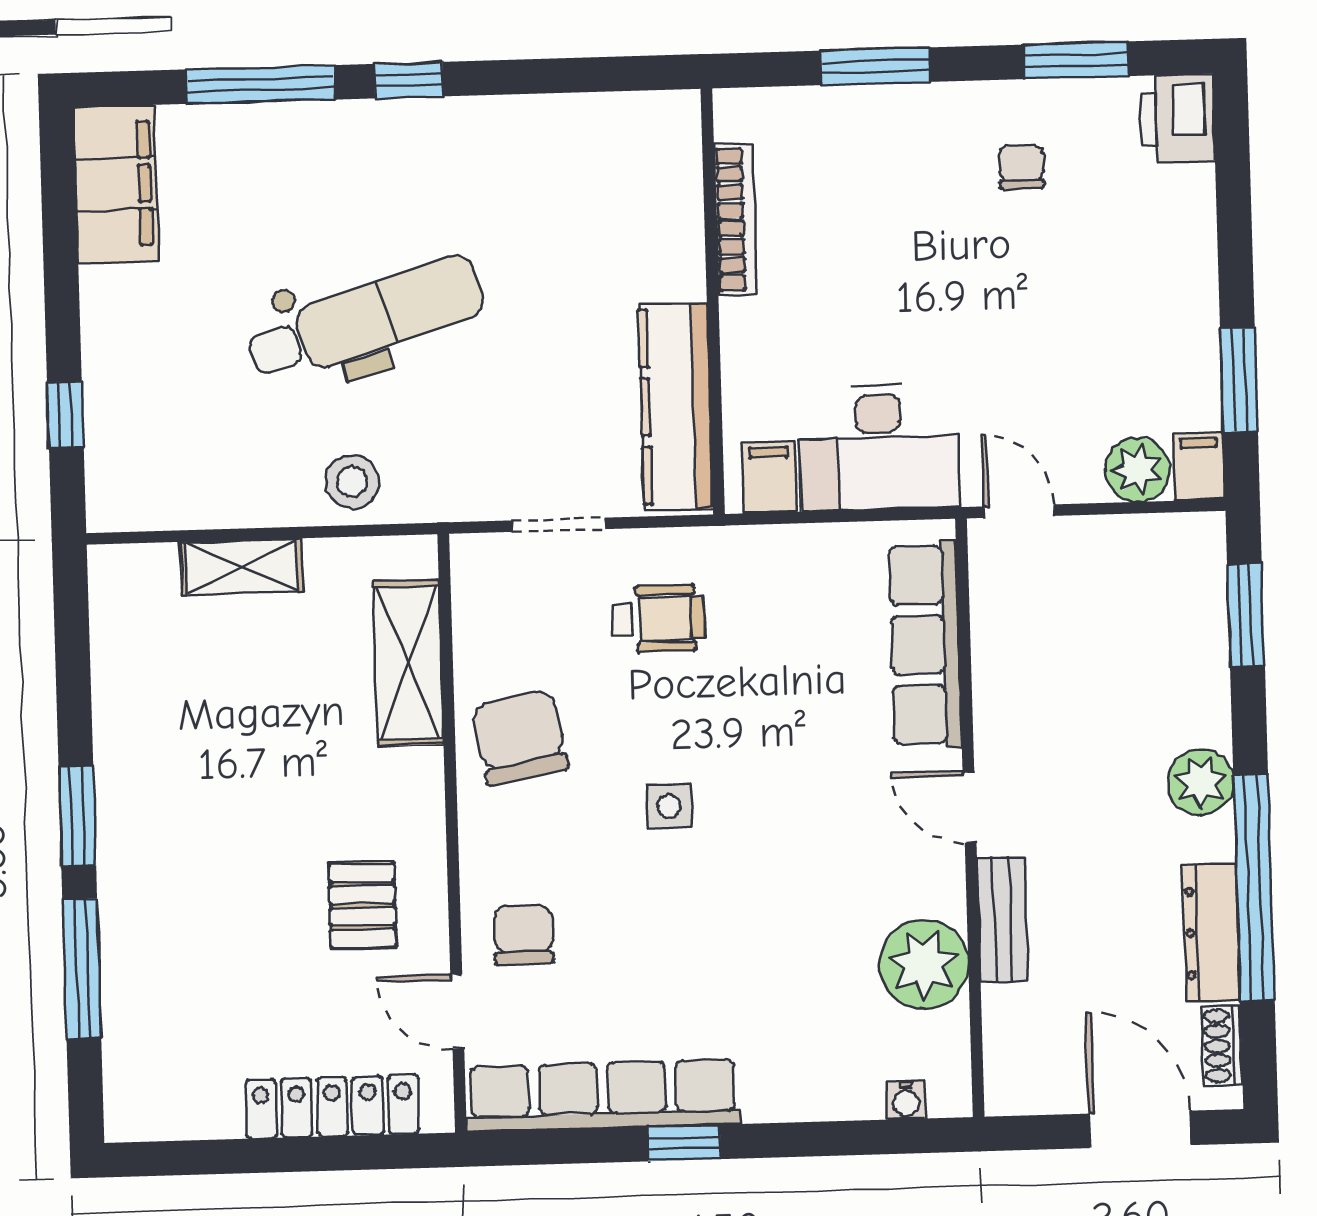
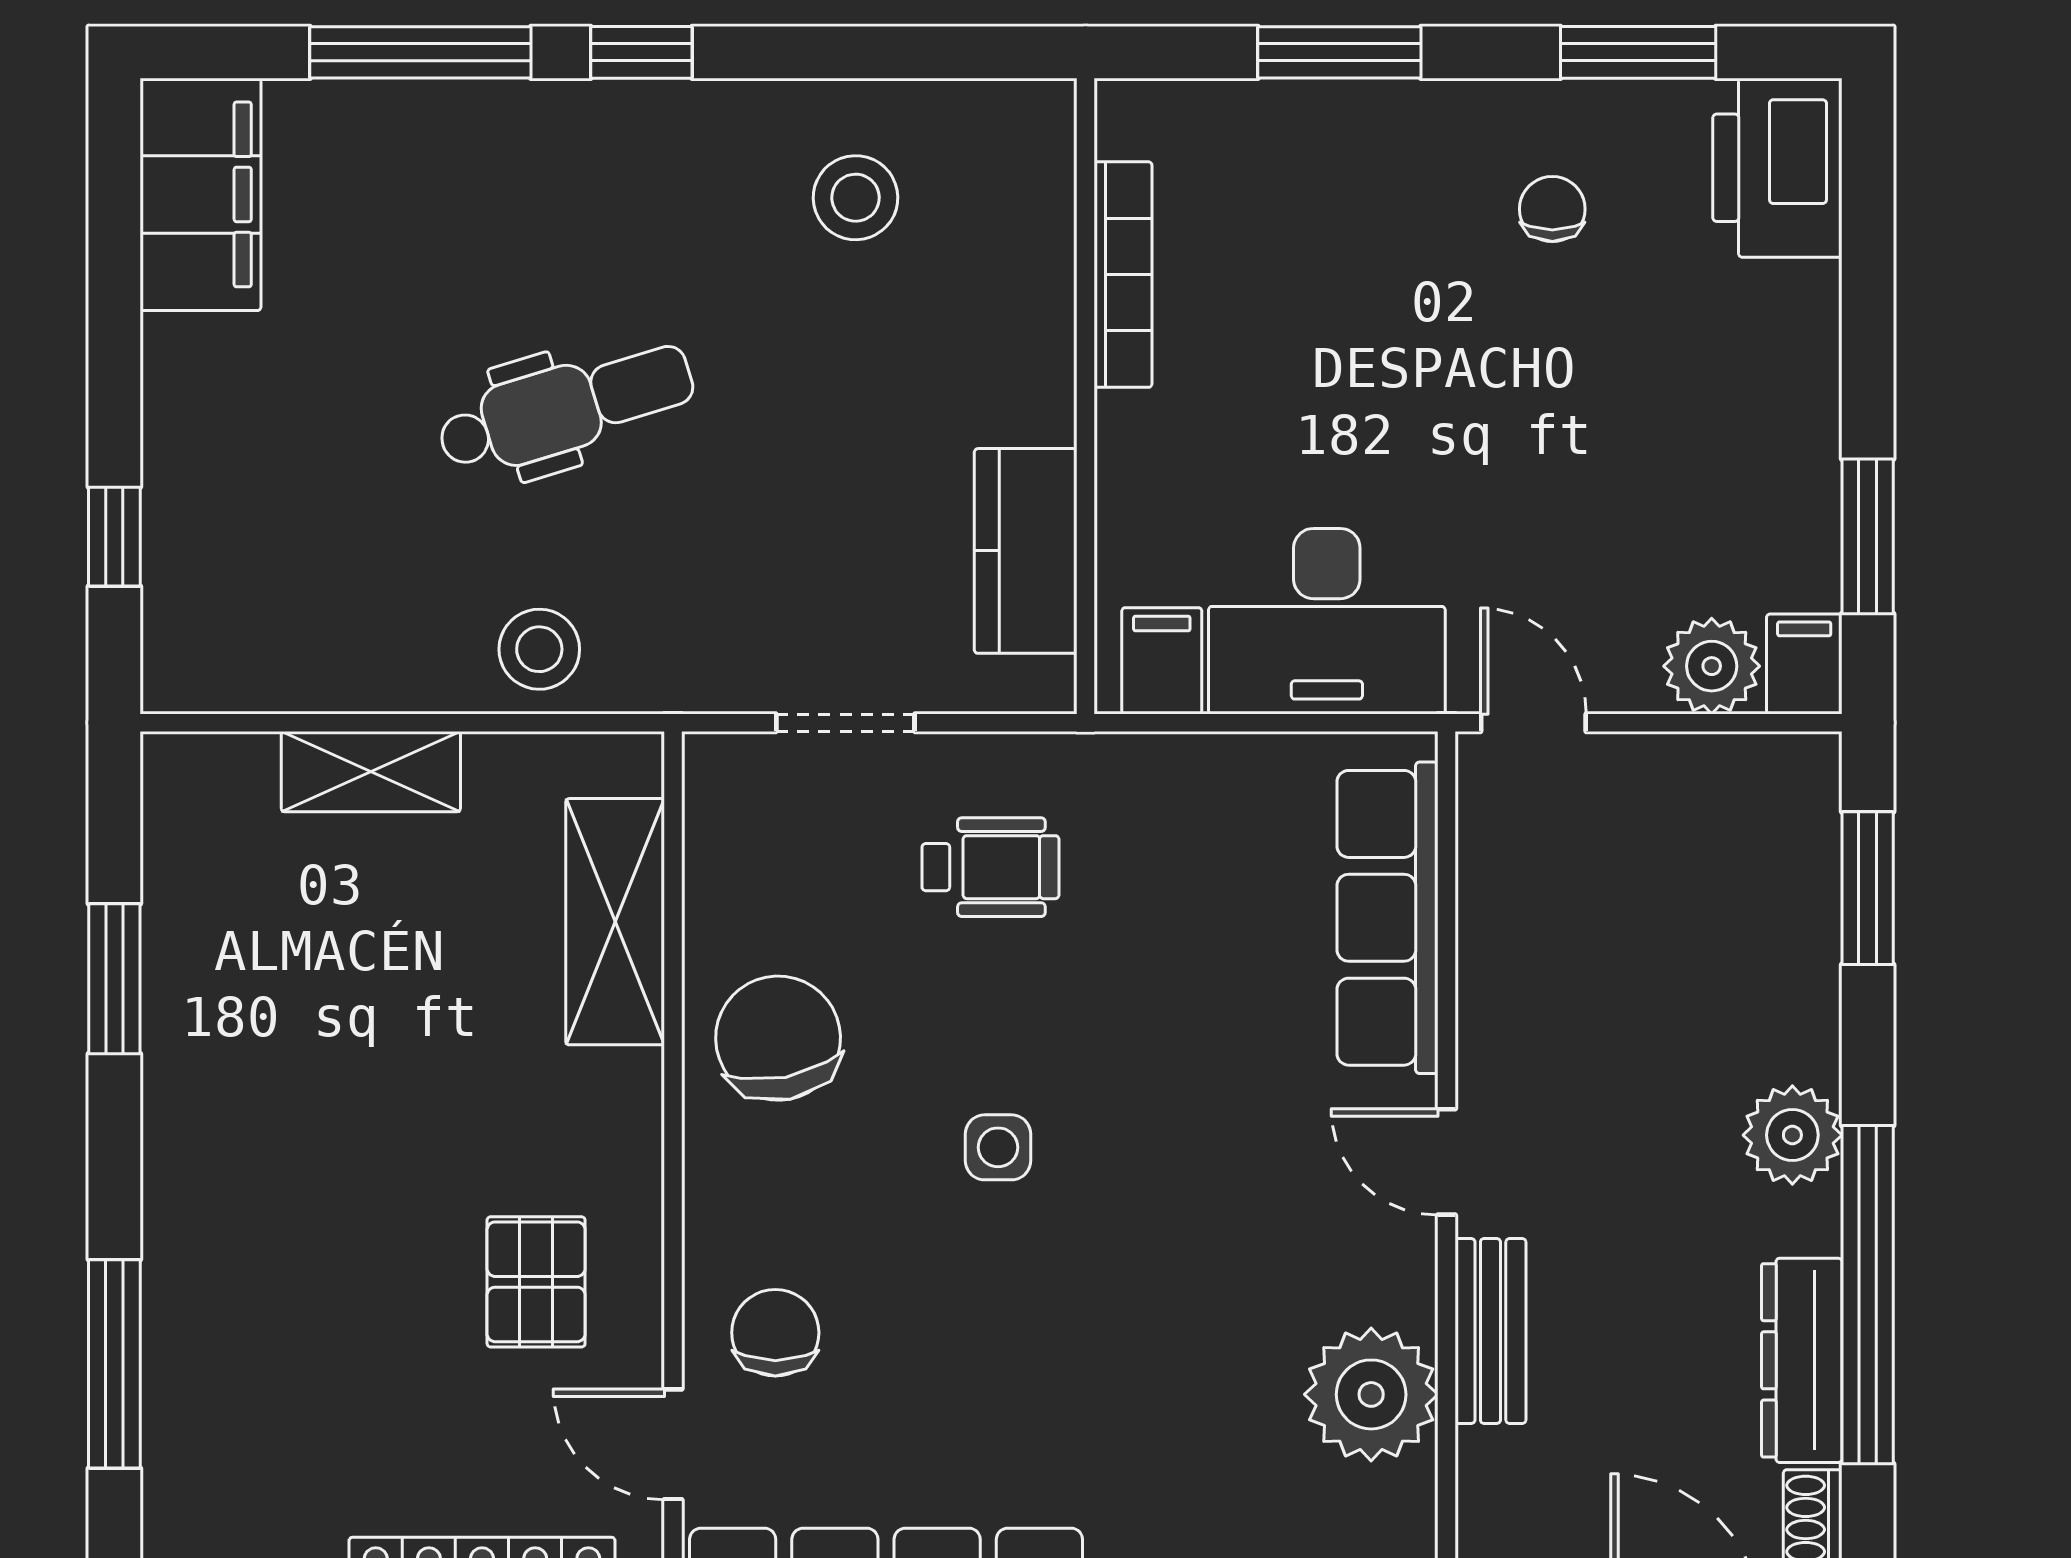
printer: (1178, 118) -> (1777, 168), width x1.37, depth x1.19
stool: (555, 173) -> (856, 198), added
dental chair: (365, 320) -> (566, 408), width x0.73, depth x0.72
kitchen counter: (676, 406) -> (1026, 551), width x0.67
window: (77, 816) -> (114, 979), moved

